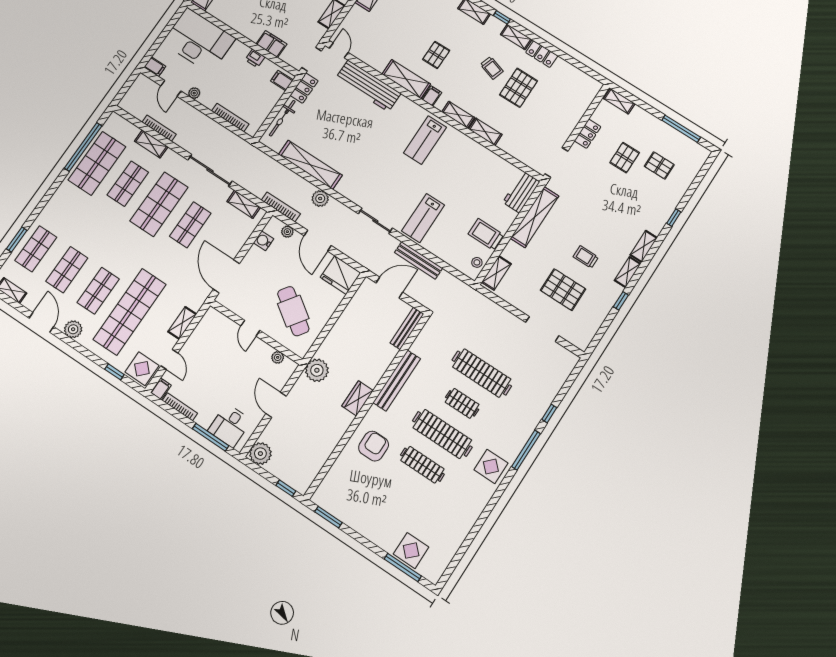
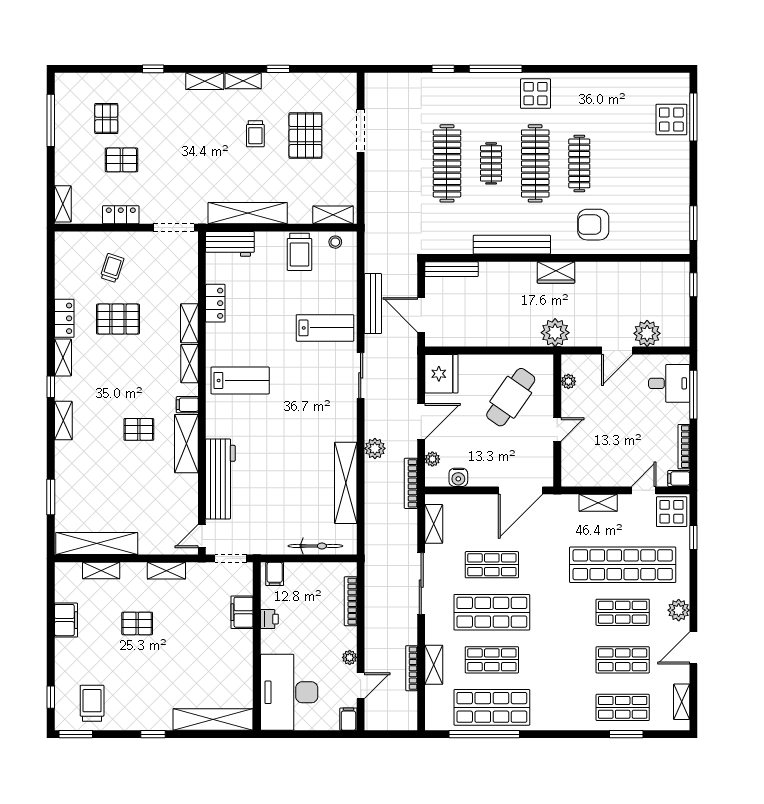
trolley: (492, 68) -> (112, 268), moved
locker: (304, 88) -> (215, 303), moved, turned 90
plant: (260, 454) -> (647, 333), moved

